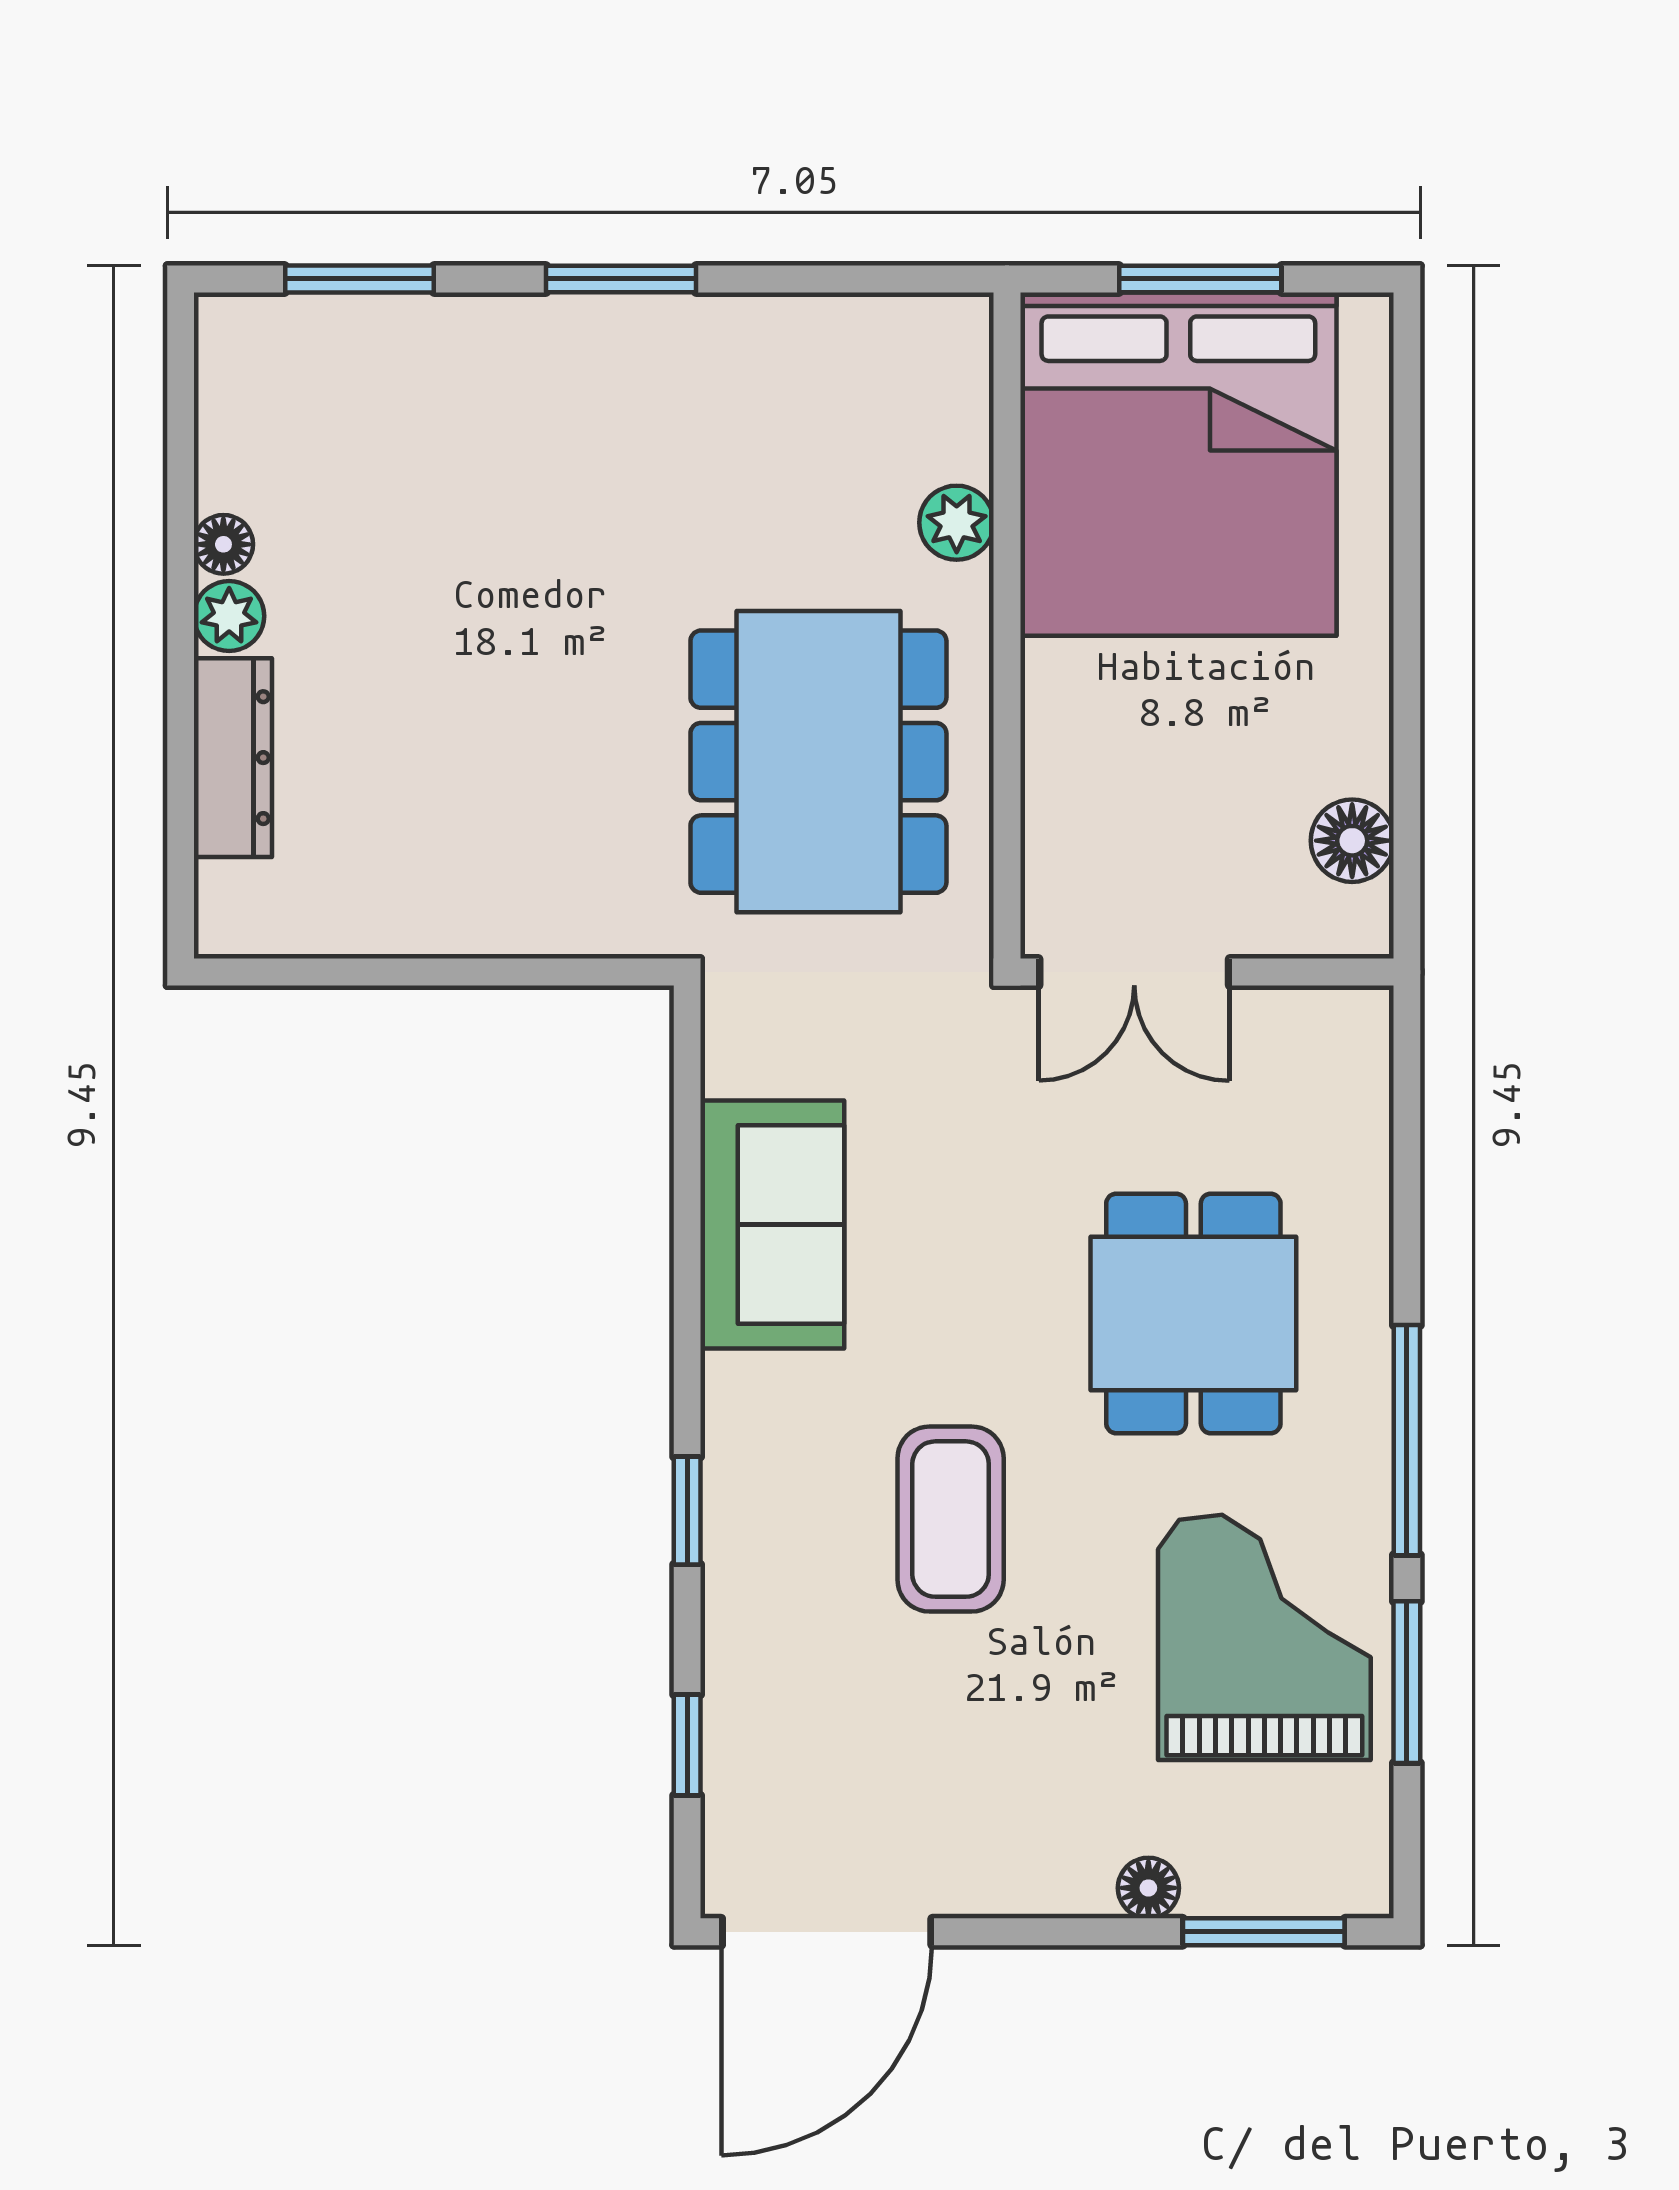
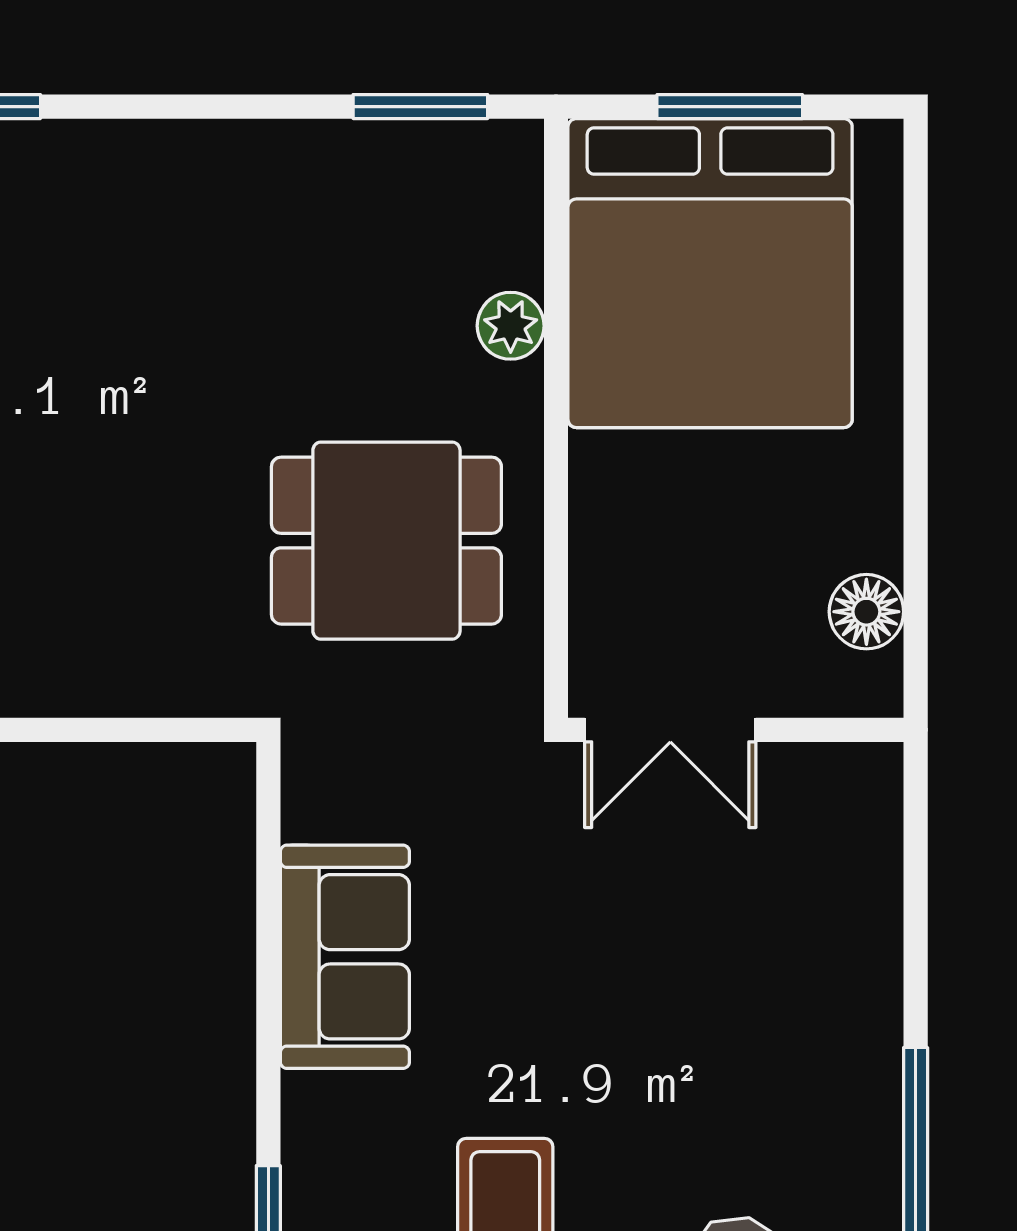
window: (621, 279) -> (420, 107), moved
dining table: (818, 762) -> (386, 541), width x0.73
dining table: (1193, 1313) -> (724, 1037), removed

